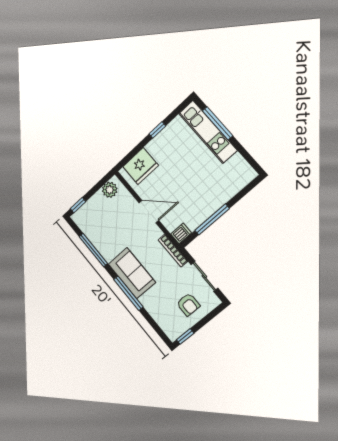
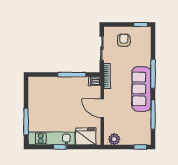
kitchen unit: (208, 132) -> (51, 138), moved, turned -90
sofa: (132, 273) -> (141, 89), width x1.36

